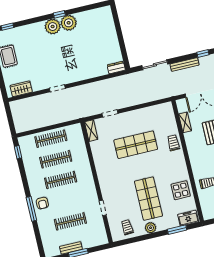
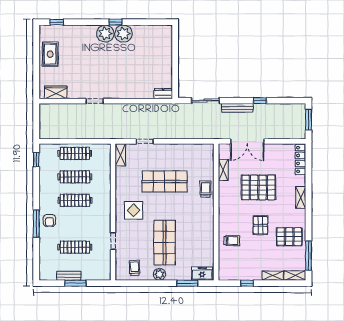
display table: (181, 190) -> (134, 210), moved

